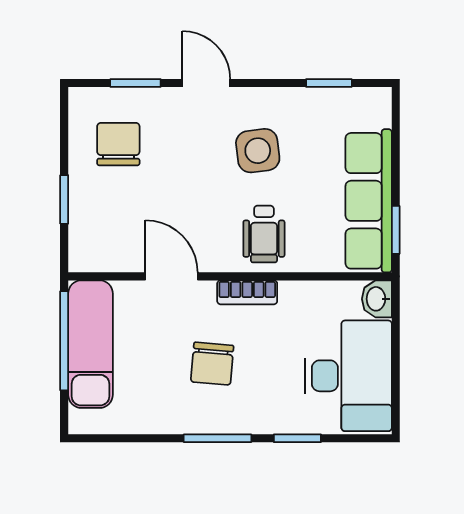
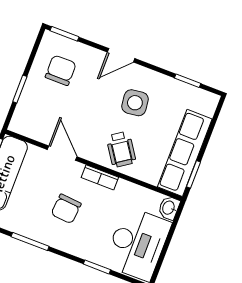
window: (135, 83) -> (64, 34), moved
door: (206, 83) -> (121, 55), swing flipped
wheelchair: (264, 234) -> (121, 149), turned -34
window: (217, 438) -> (30, 241), moved

